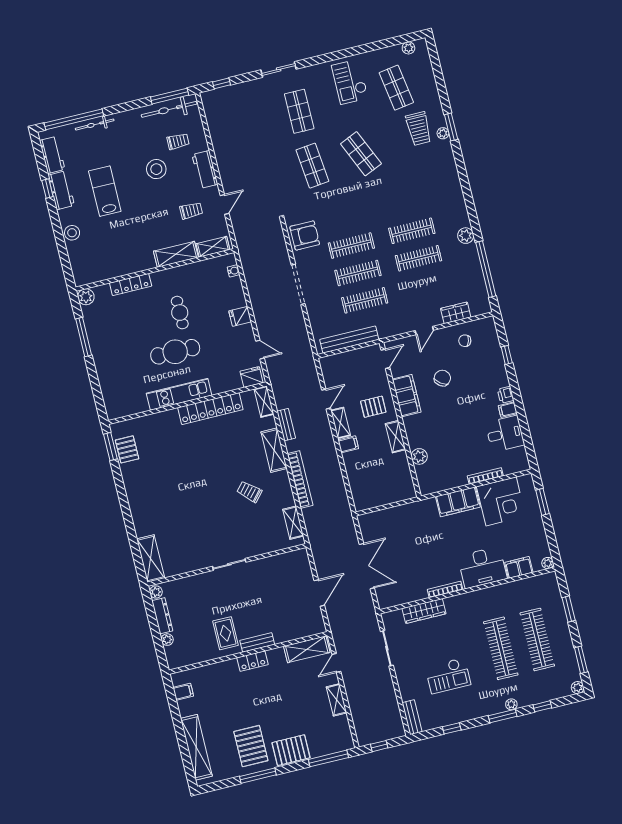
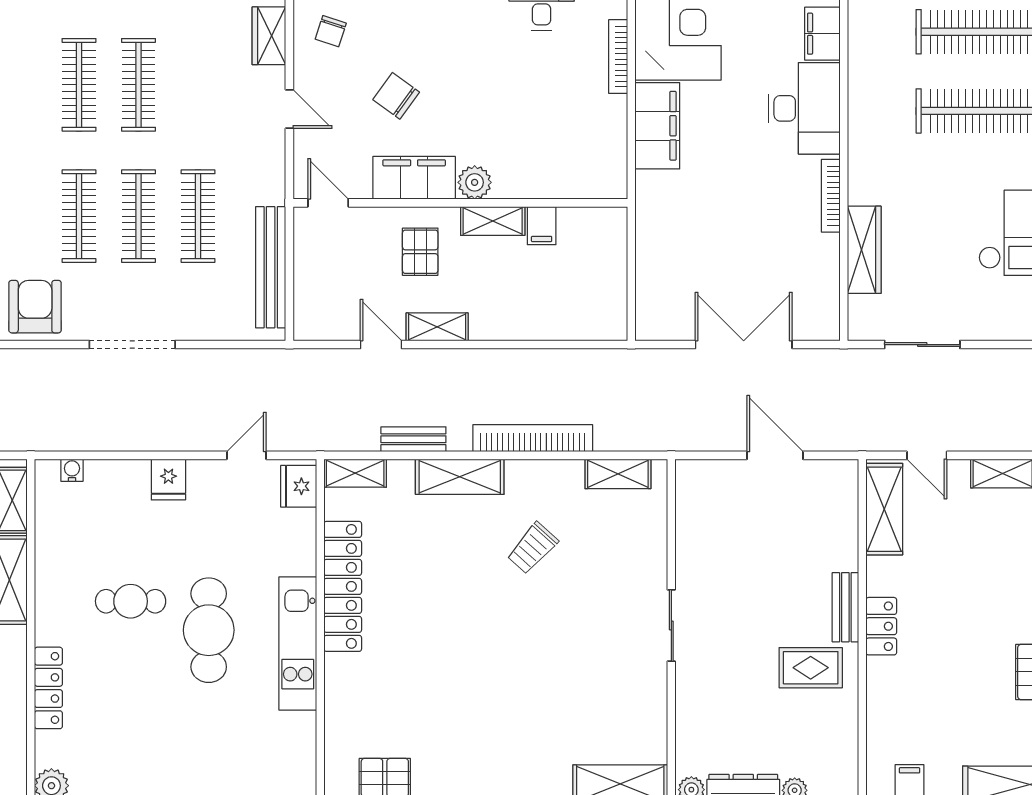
filing cabinet: (348, 444) -> (542, 226), moved, turned 180
plant: (419, 456) -> (475, 182), moved

